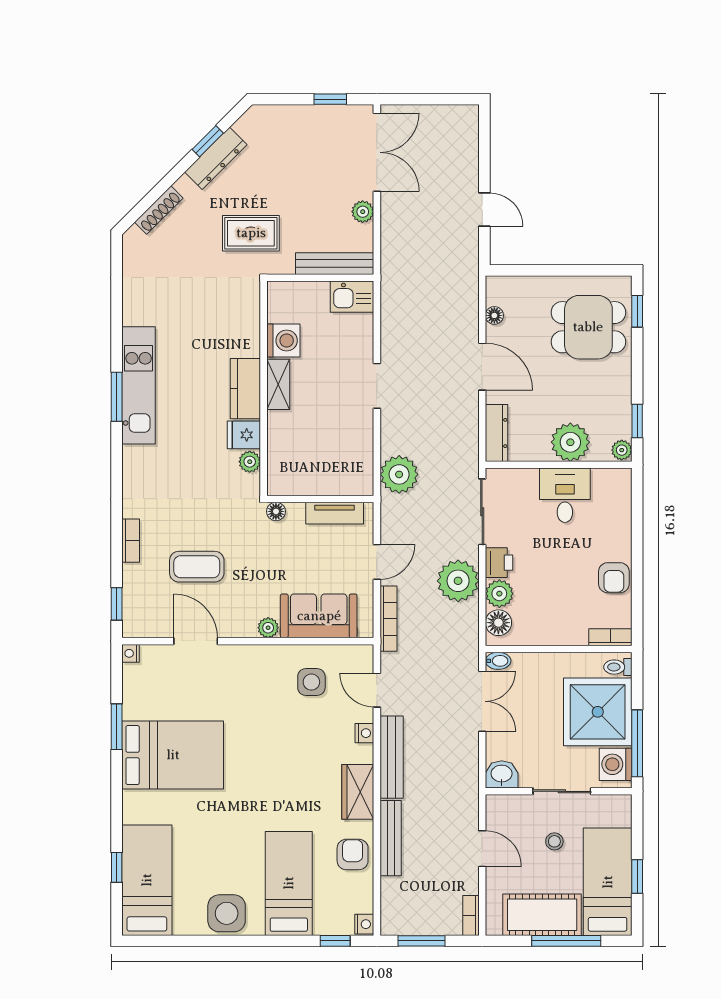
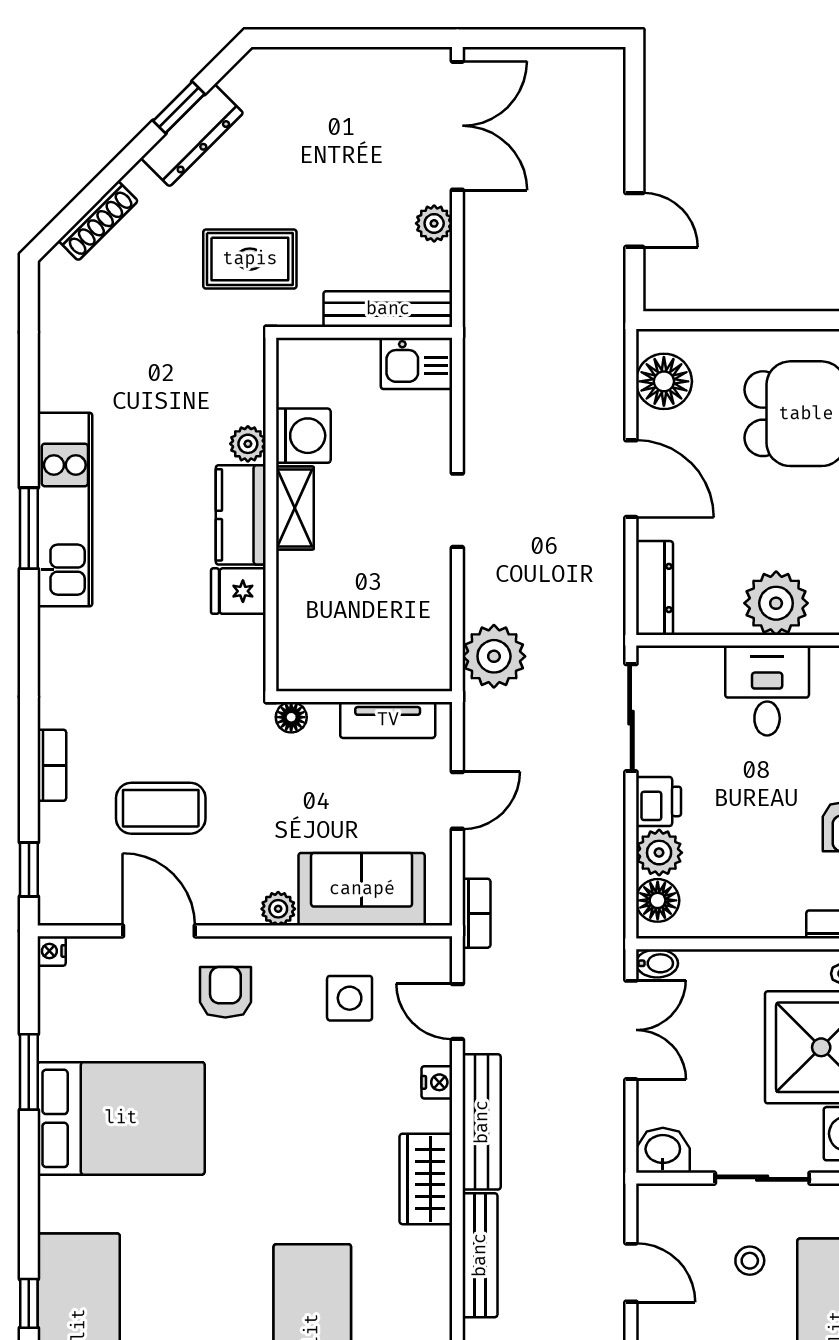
window: (330, 99) -> (381, 38), removed
floor lamp: (494, 315) -> (664, 381), width x1.89, depth x1.89
plant: (250, 462) -> (248, 444), moved
plant: (458, 581) -> (591, 831), removed
bookcase: (388, 619) -> (476, 913), width x0.64
armchair: (353, 854) -> (225, 992), moved

